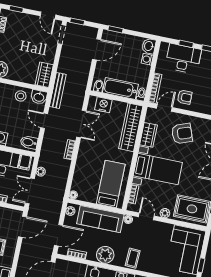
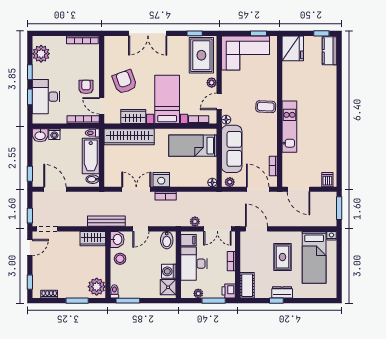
nightstand: (103, 105) -> (161, 180), moved, turned -90
plant: (105, 255) -> (268, 136), removed

